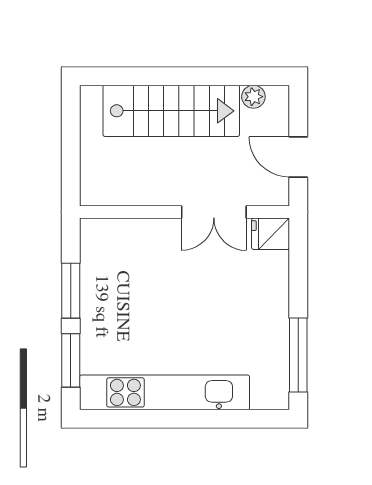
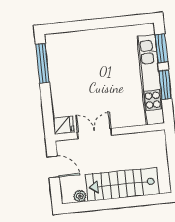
kitchen unit: (165, 392) -> (151, 80), moved, turned 90

